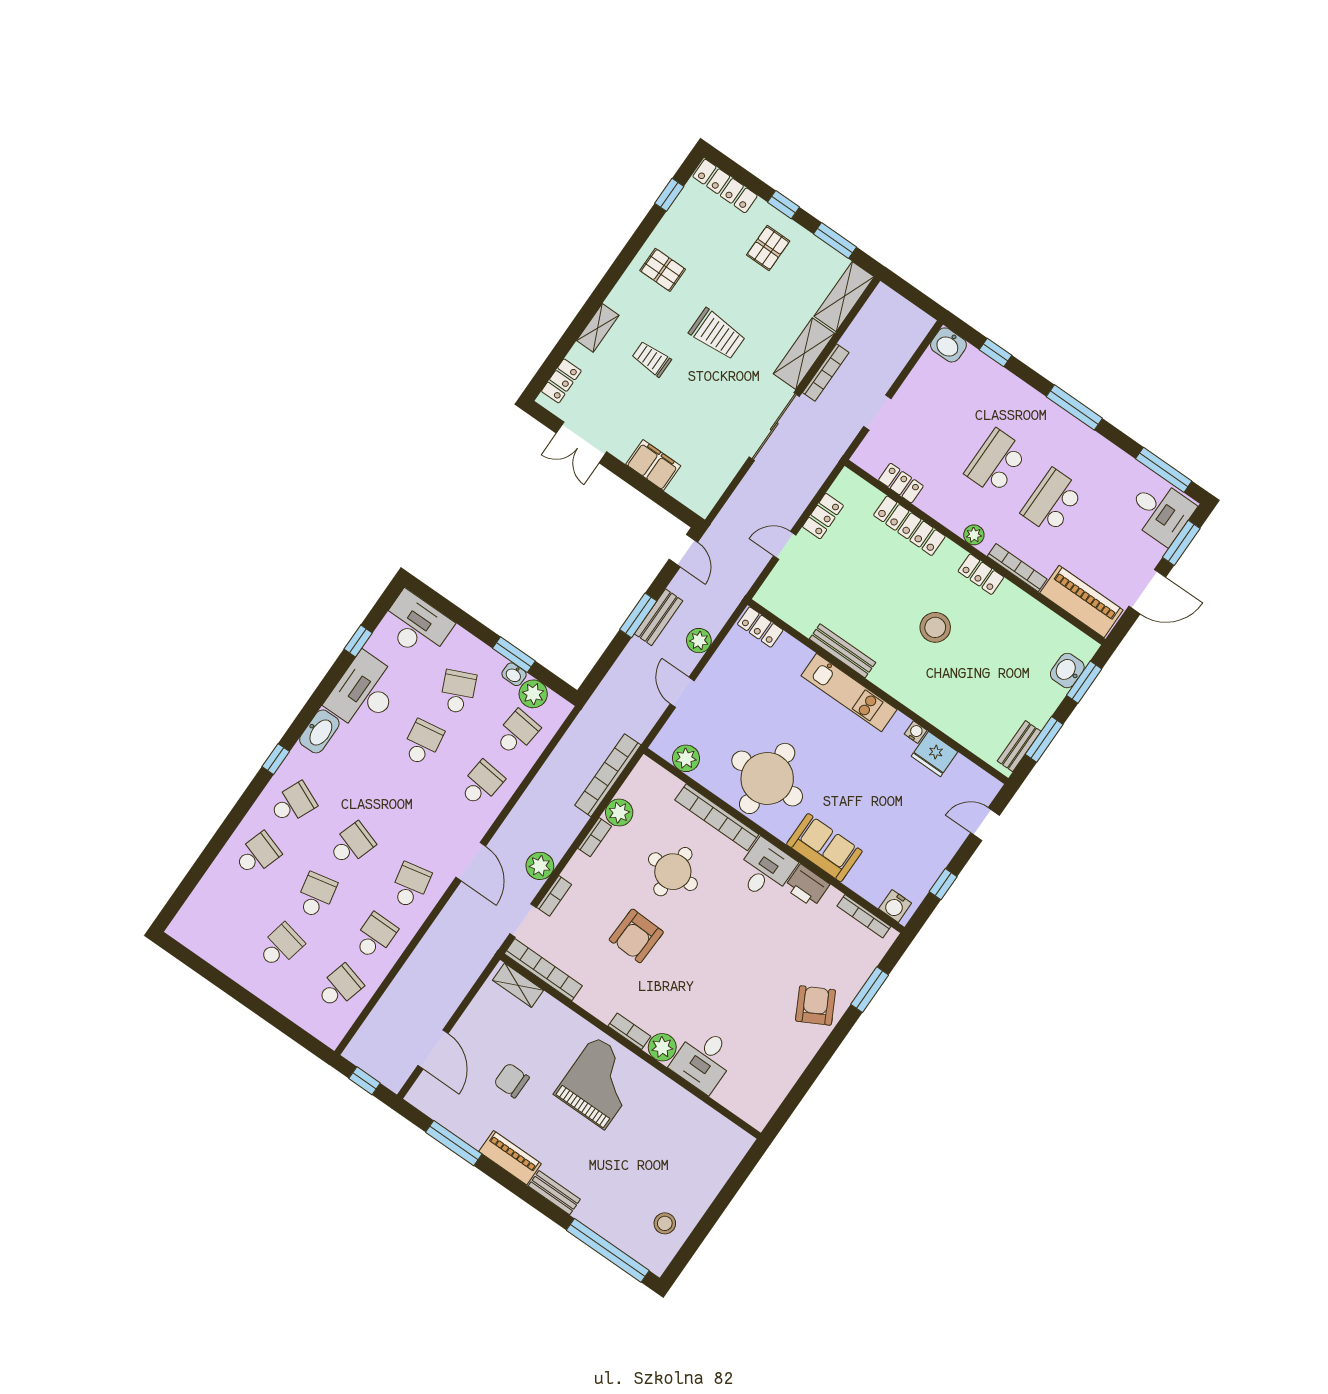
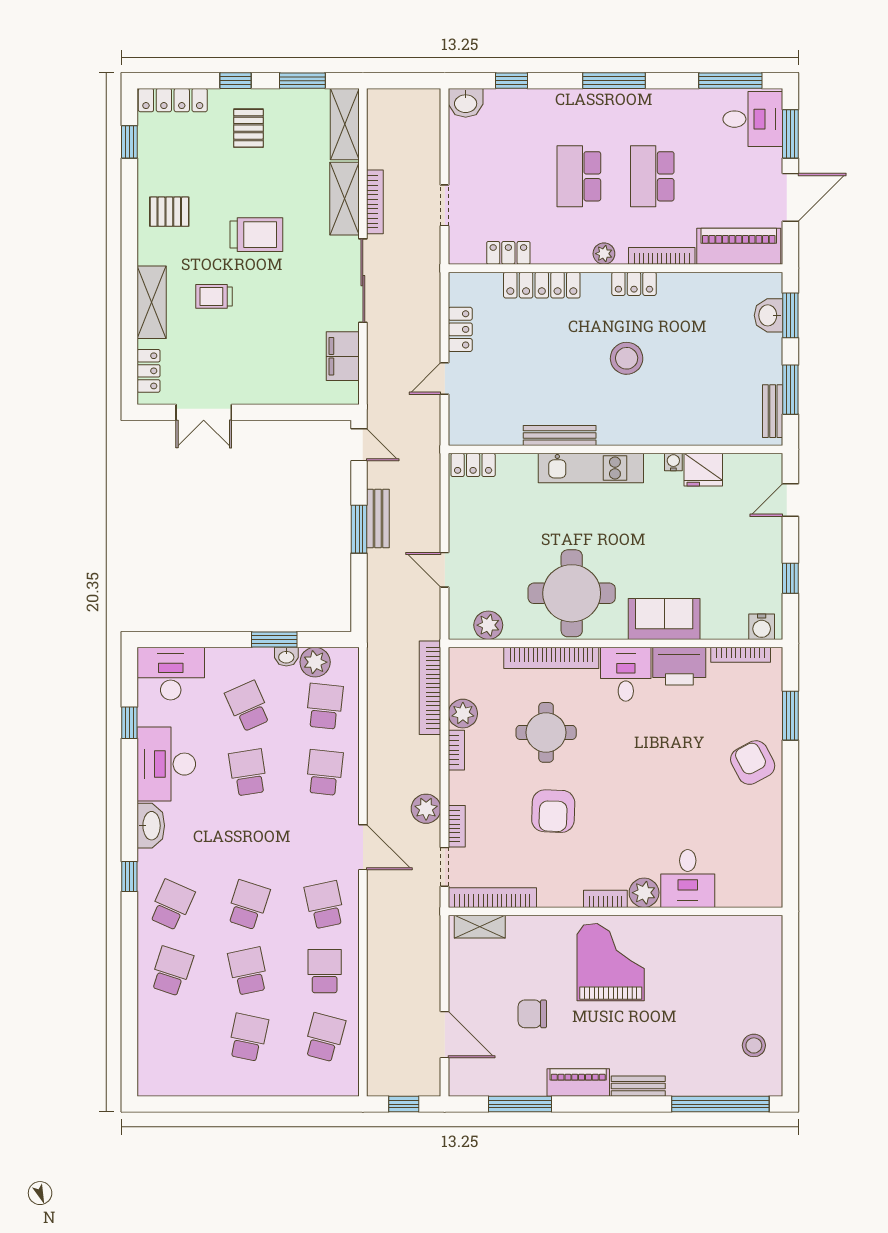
shelving: (598, 328) -> (152, 302), width x1.50, depth x1.33
filing cabinet: (653, 465) -> (343, 356), moved, turned -90
plant: (699, 641) -> (428, 514), removed
printer: (807, 886) -> (679, 666), width x1.37, depth x1.19

